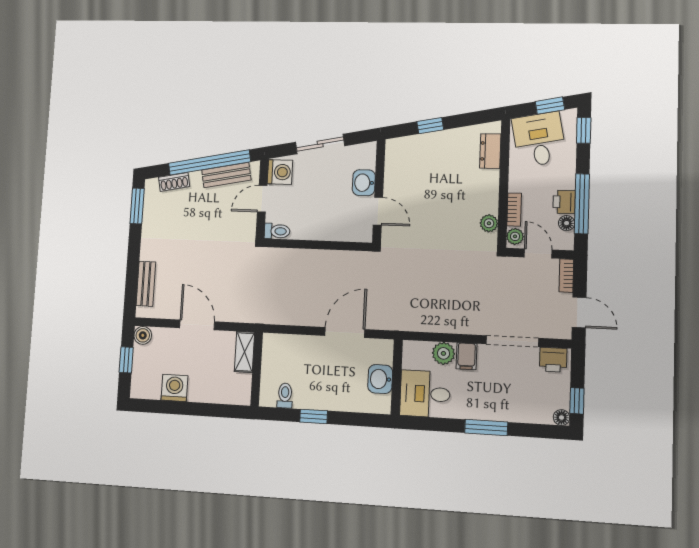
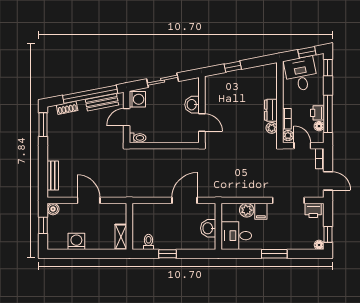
dresser: (490, 151) -> (271, 110), moved
shelving: (244, 352) -> (121, 237), moved

